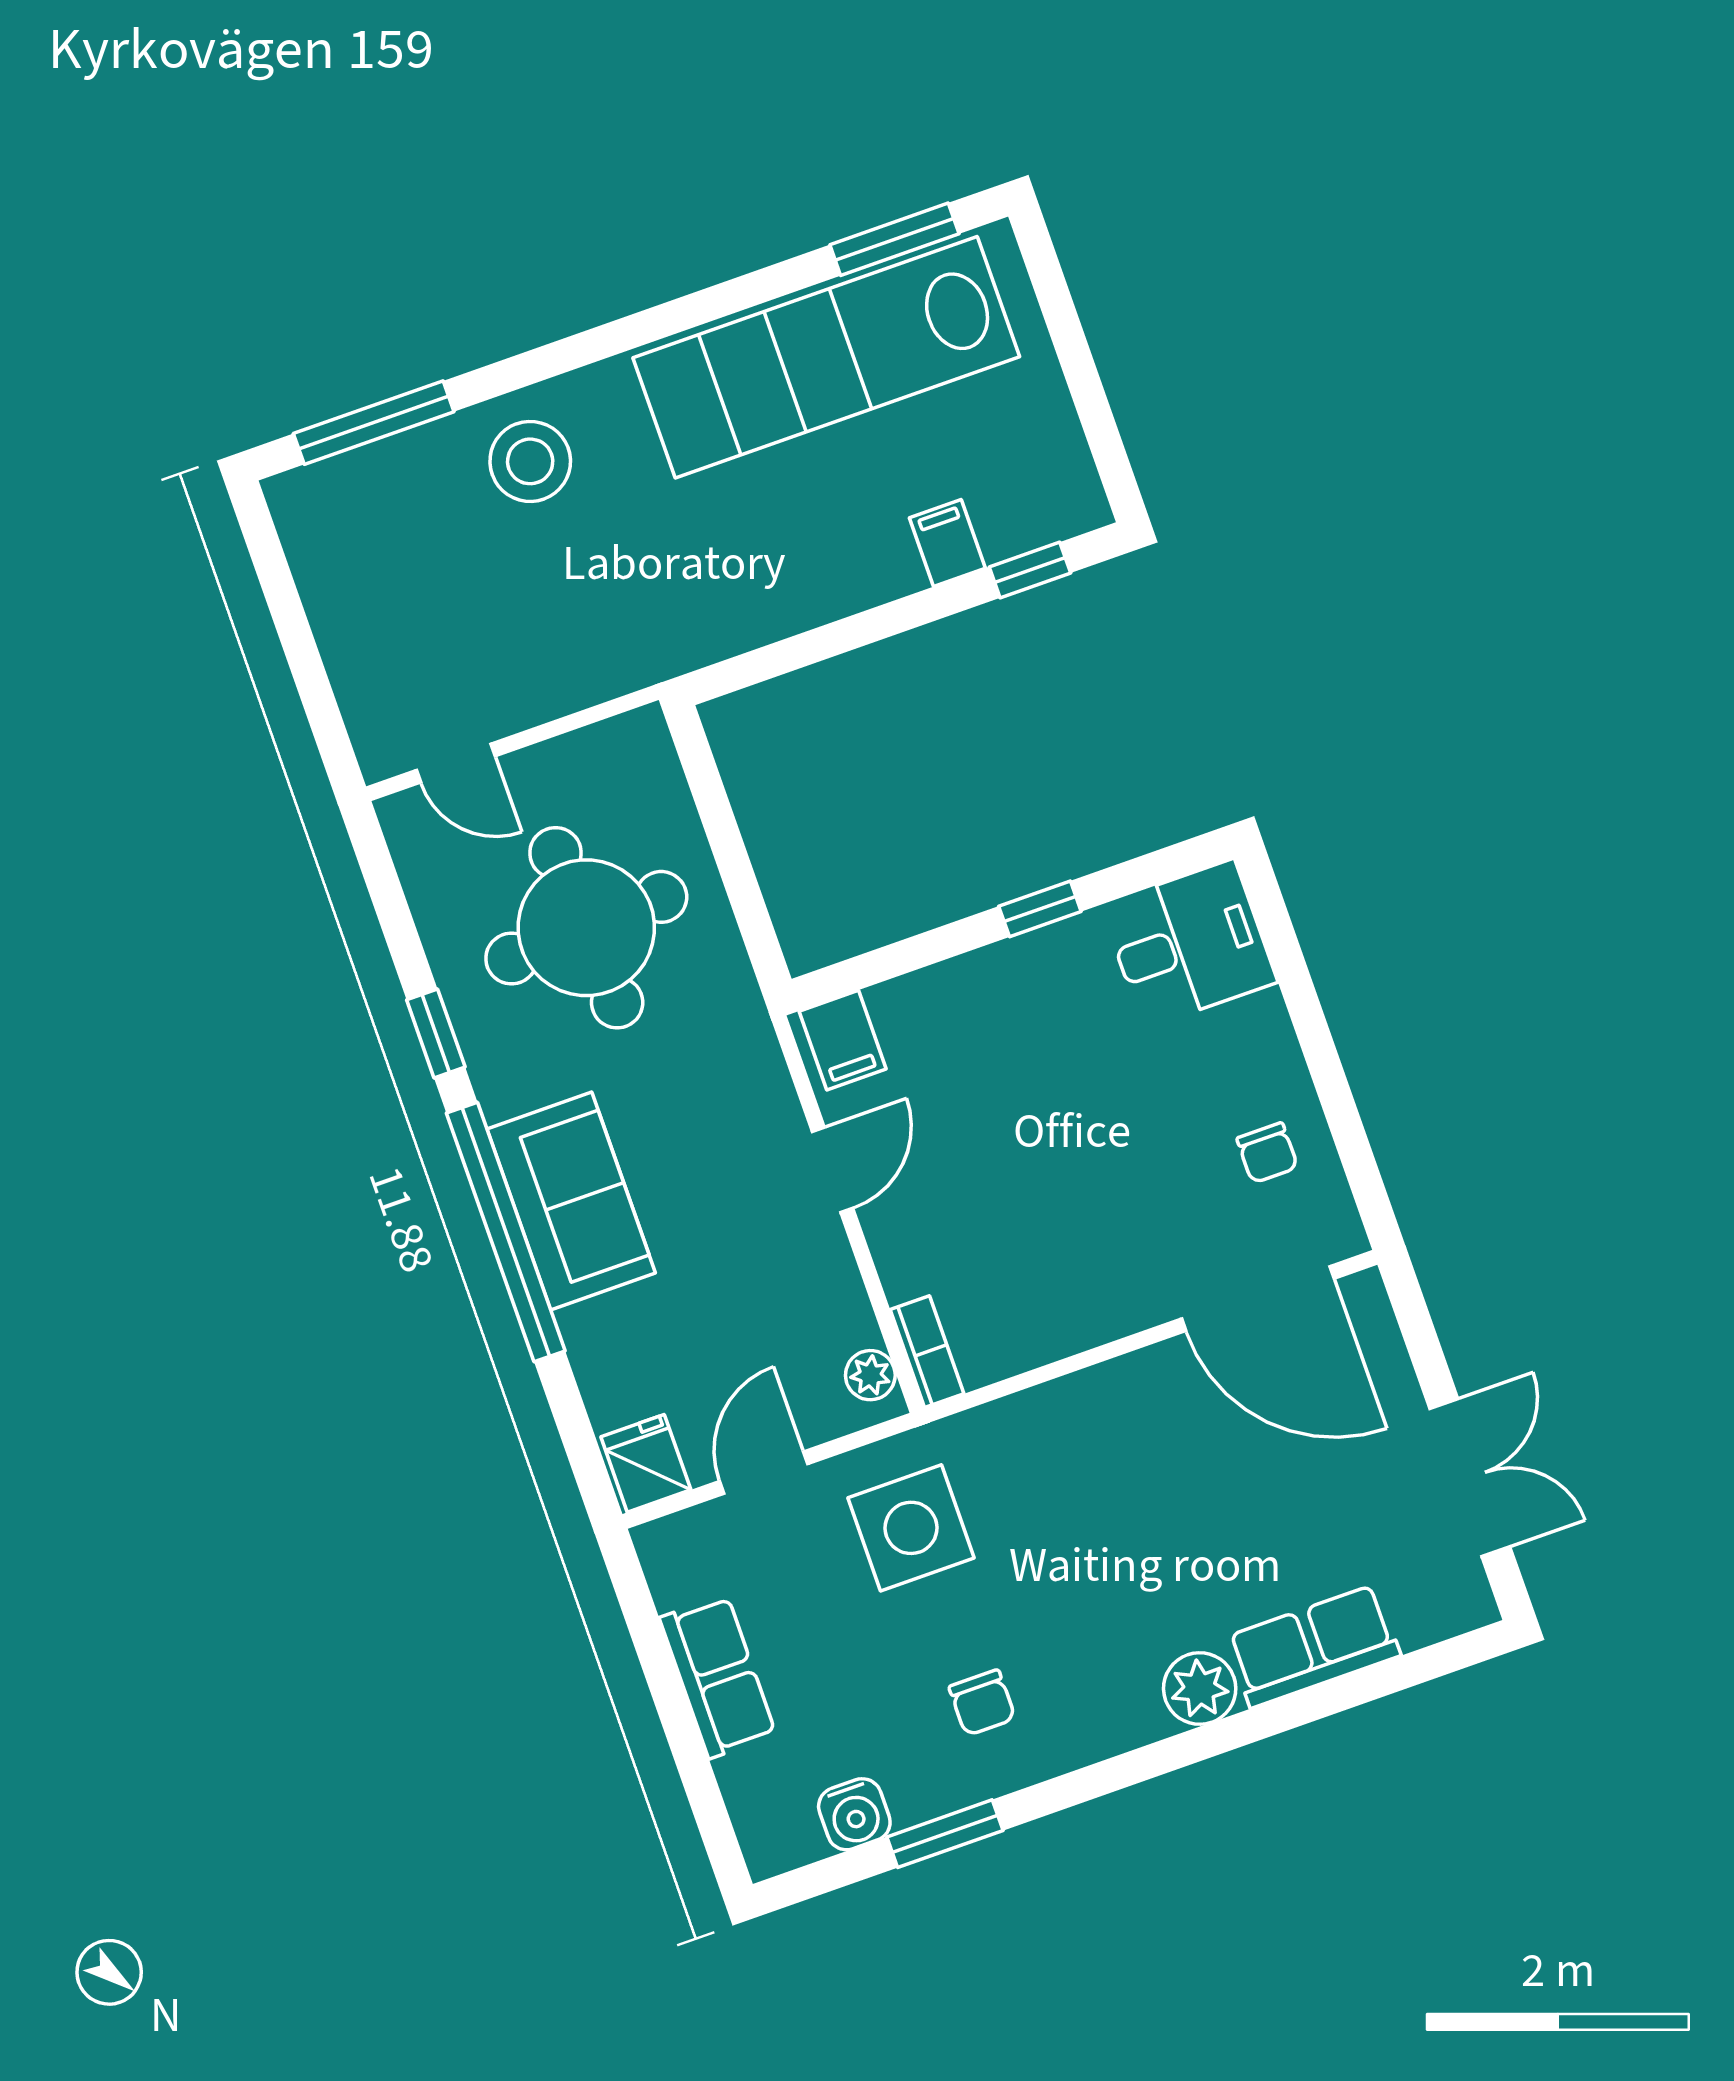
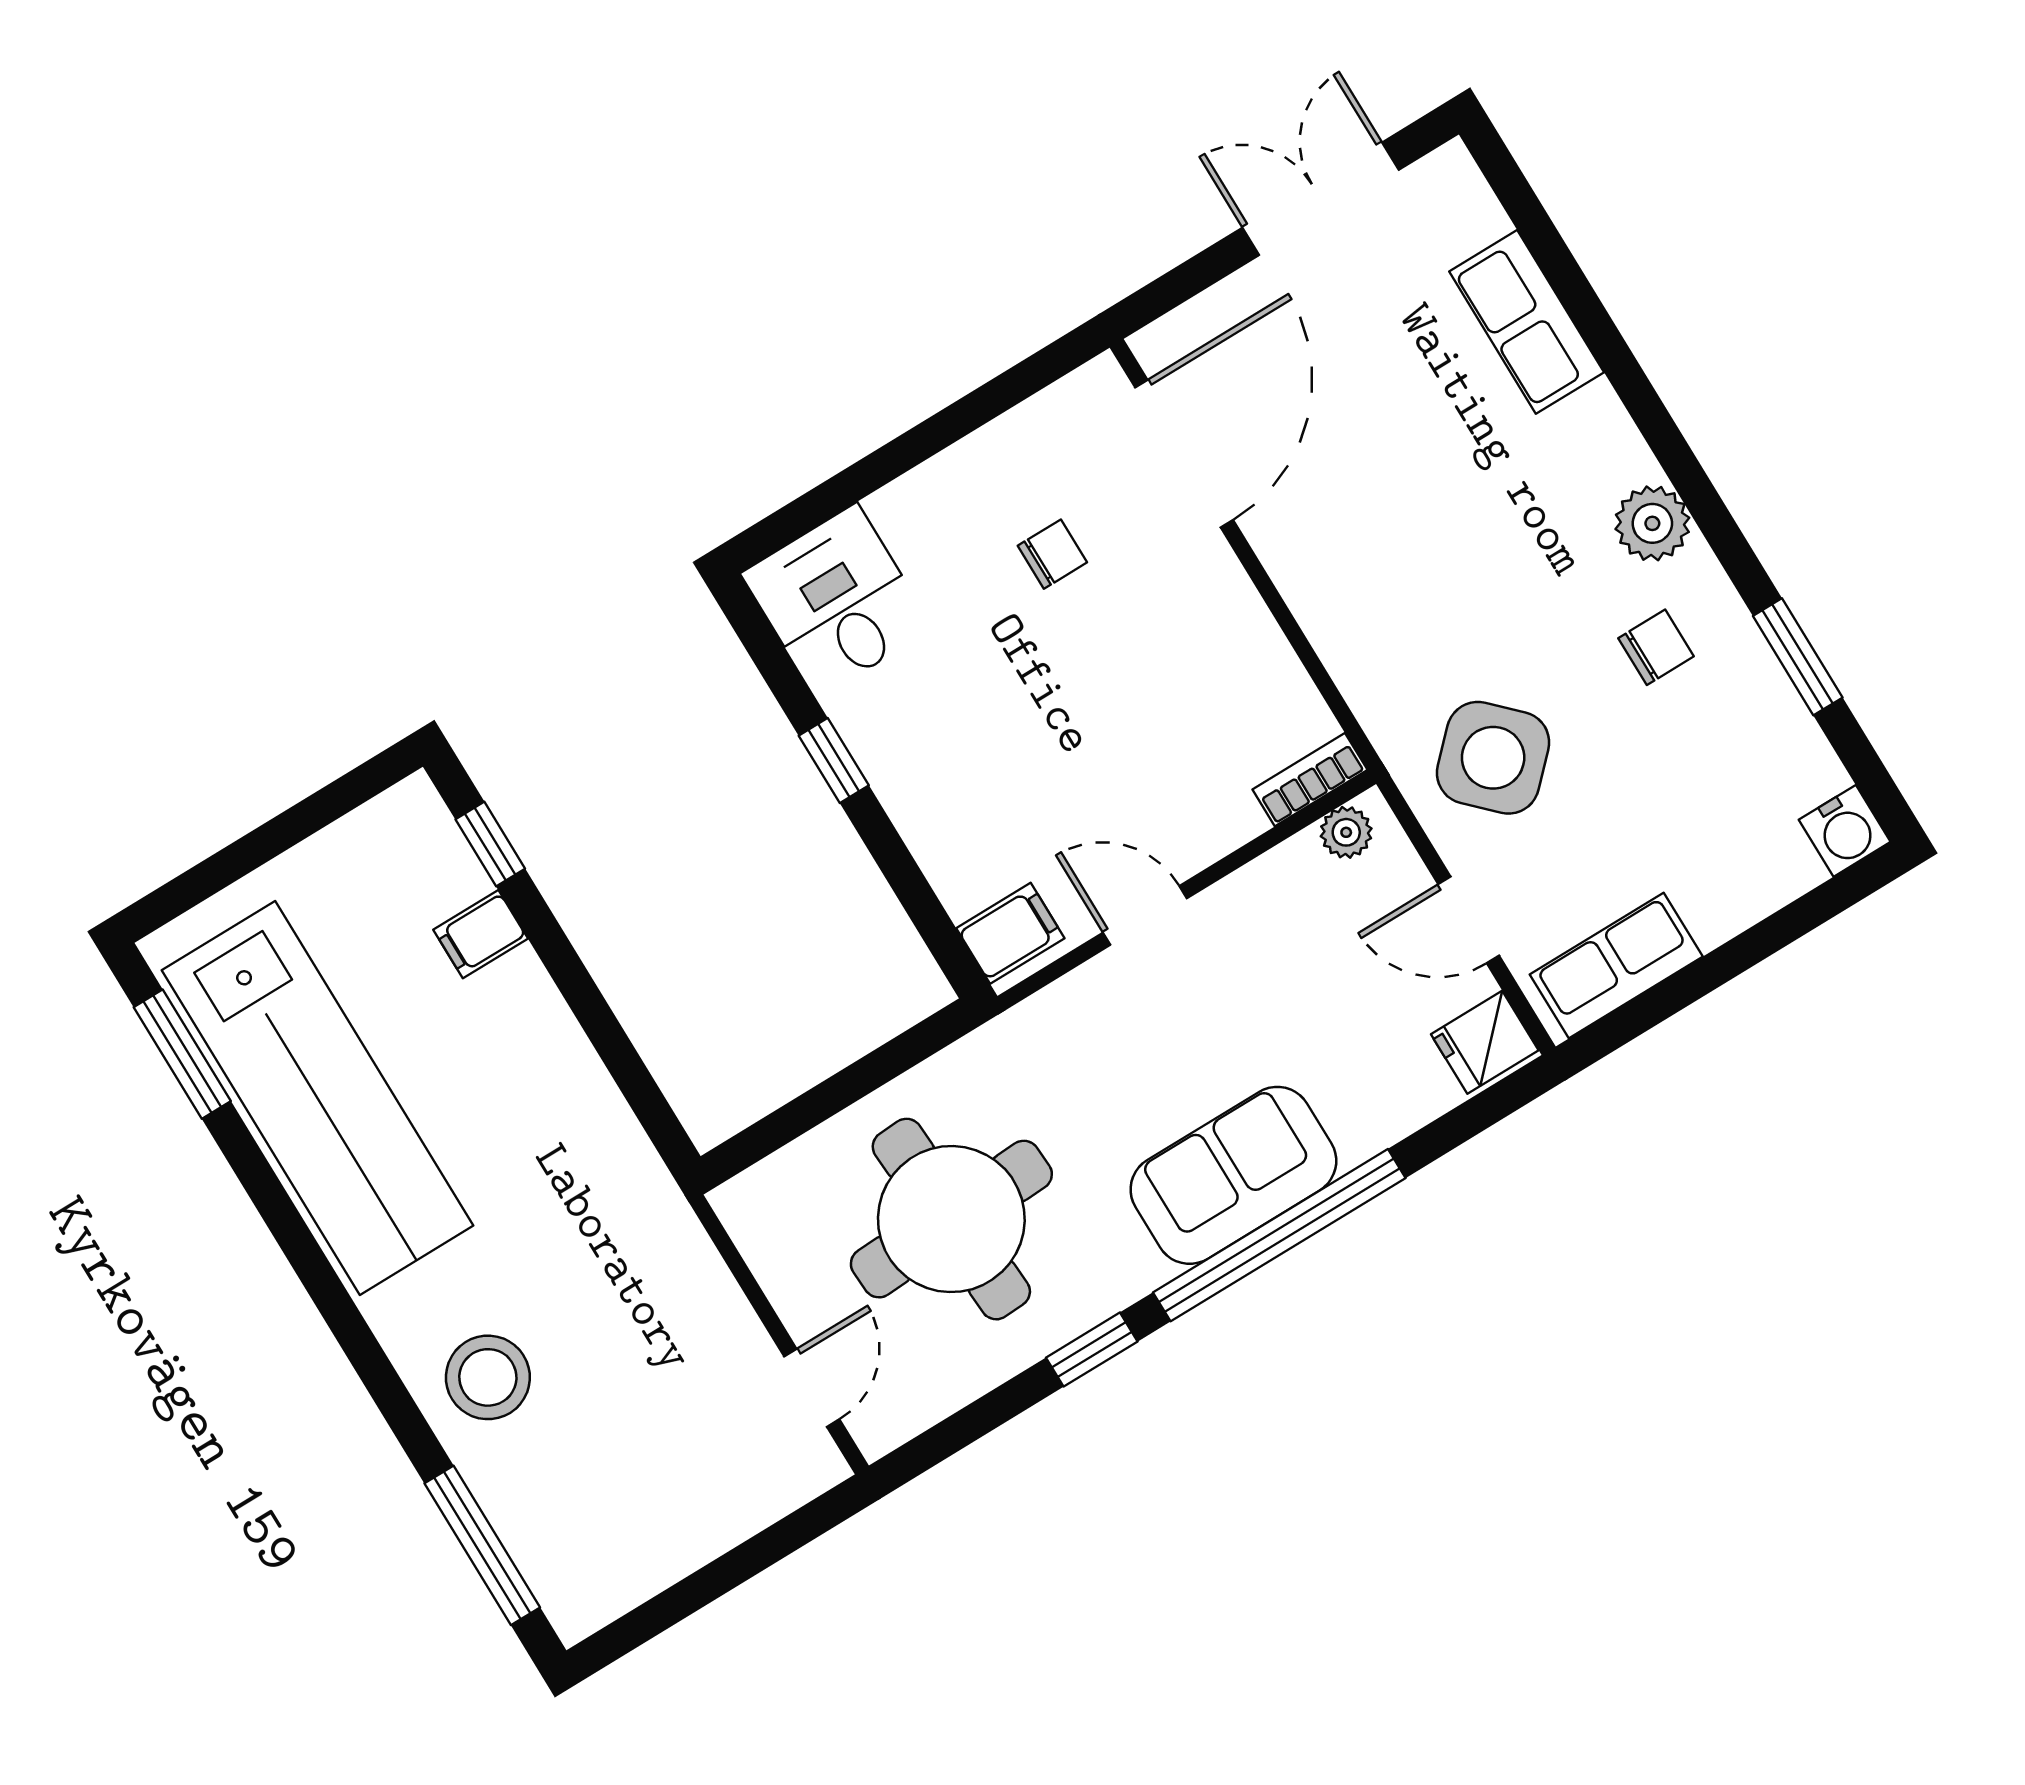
chair: (1267, 1153) -> (1052, 554), moved
side table: (911, 1528) -> (1493, 758), turned 45
row of seats: (718, 1676) -> (1616, 965), moved
plant: (1200, 1689) -> (1652, 523), moved
water cooler: (854, 1814) -> (1845, 831), moved, turned 90

